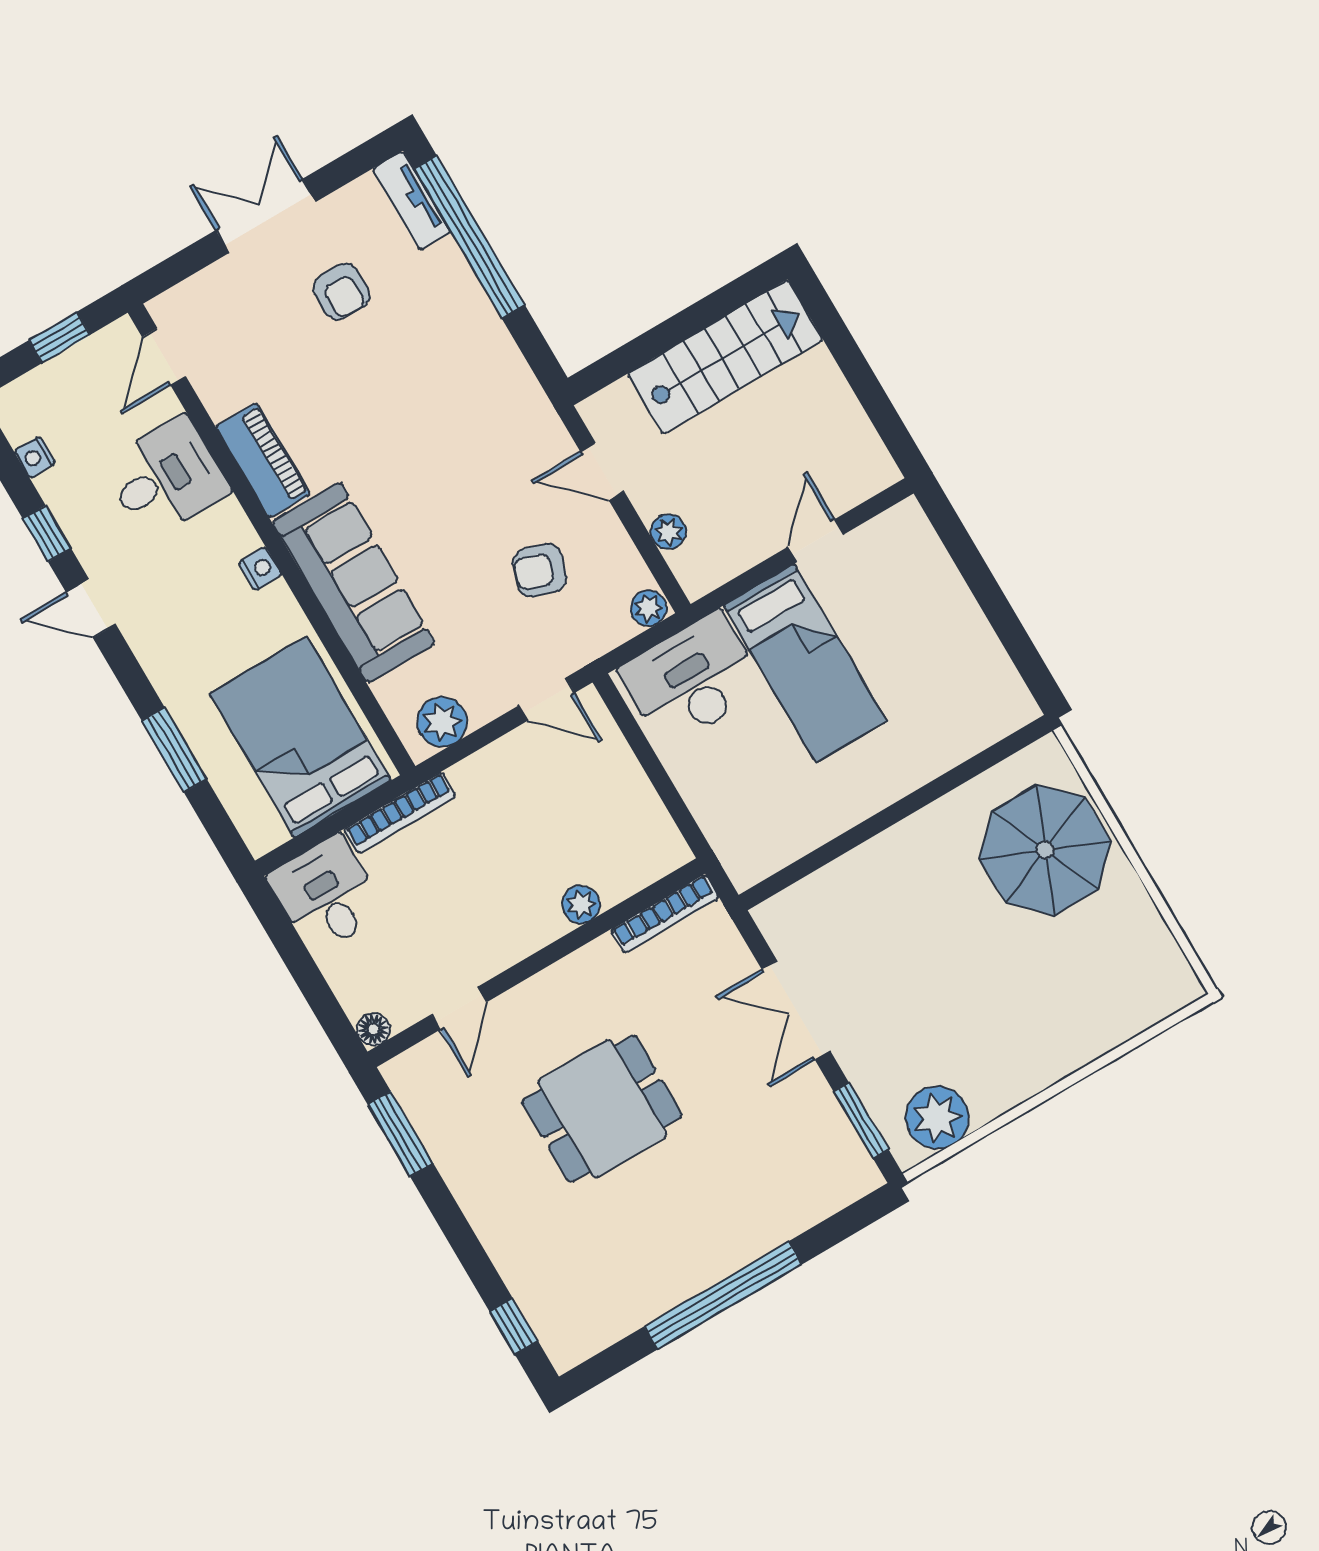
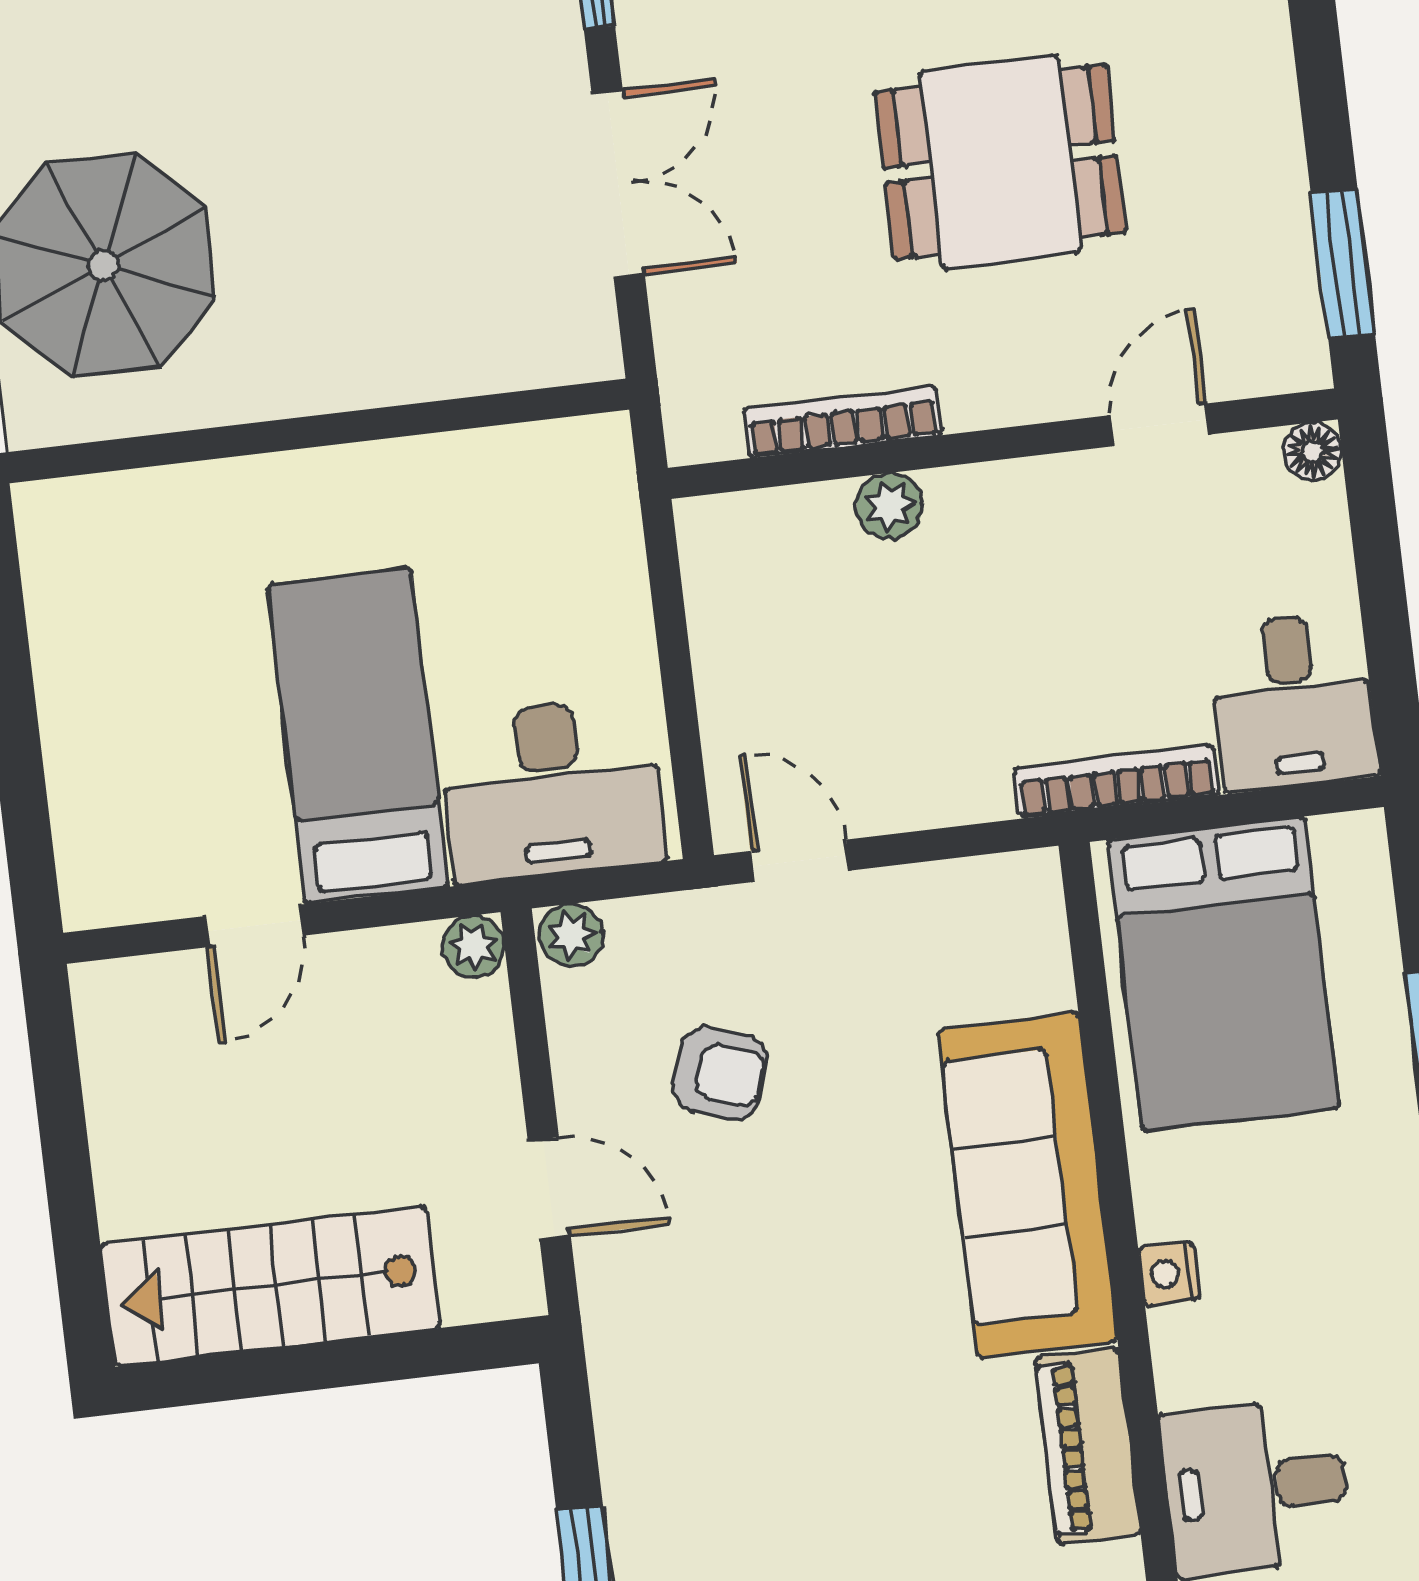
plant: (668, 532) -> (474, 946), moved
plant: (442, 722) -> (984, 898), removed
bookcase: (665, 914) -> (843, 422), moved

